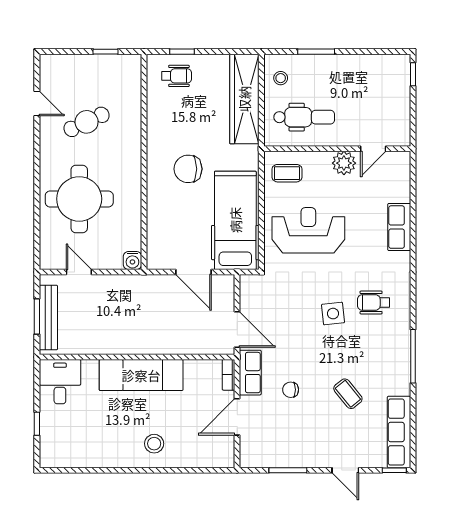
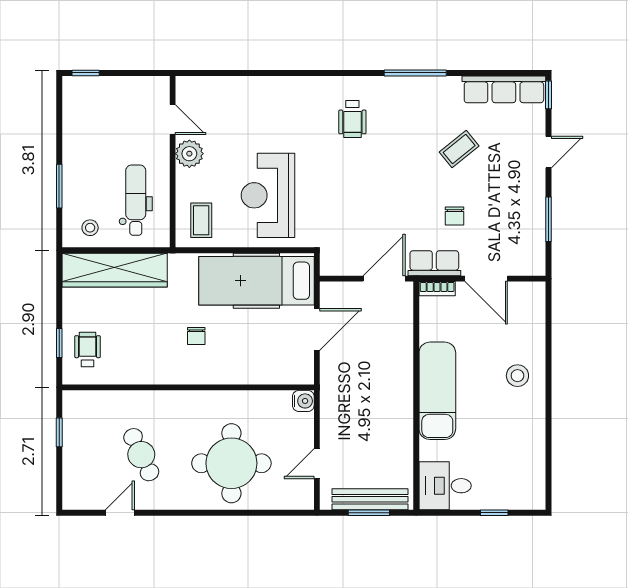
chair: (188, 169) -> (196, 336), width x0.54, depth x0.54
row of seats: (399, 227) -> (264, 89), removed
side table: (333, 314) -> (365, 166), removed

